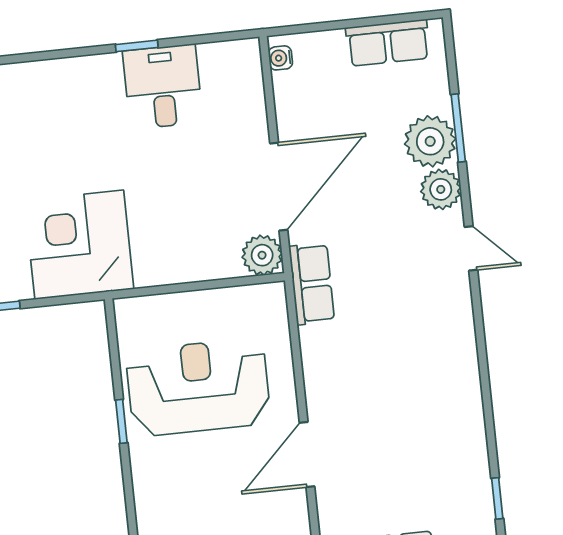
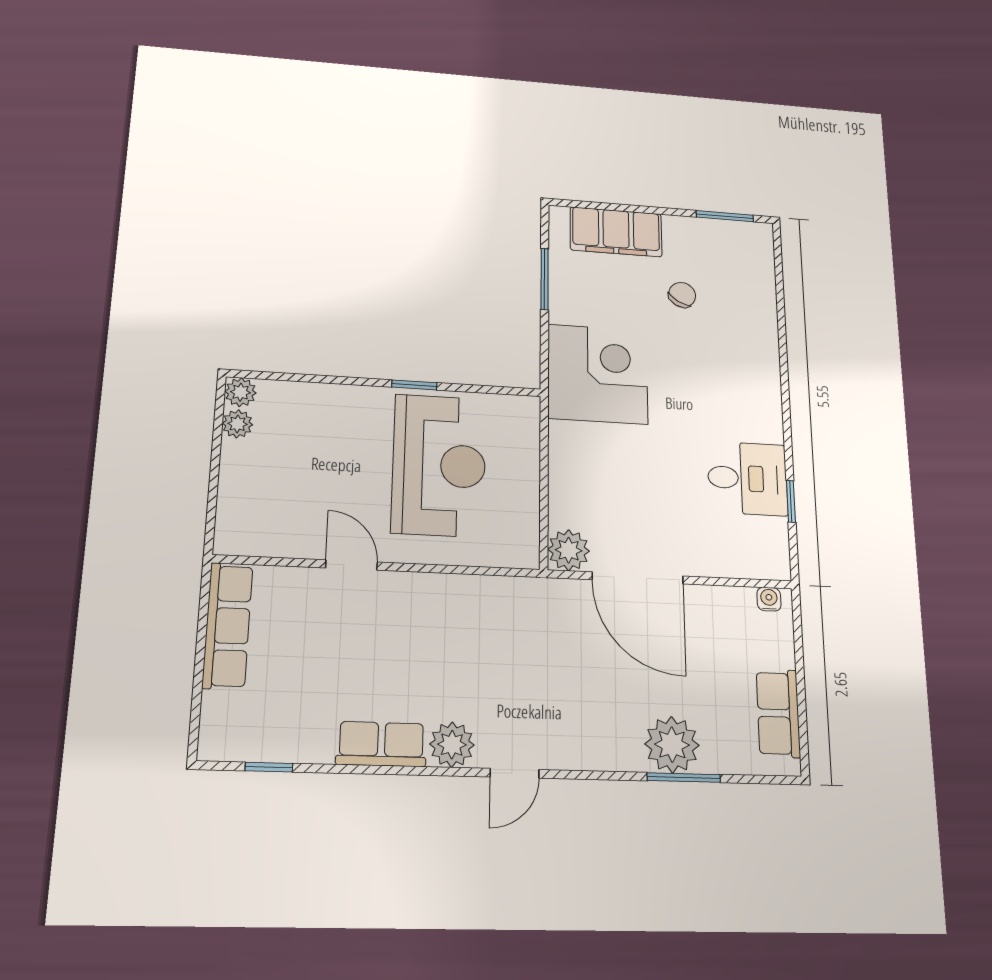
window: (137, 46) -> (791, 501), moved
plant: (441, 189) -> (452, 745), moved
door: (471, 248) -> (515, 773), moved
row of seats: (312, 284) -> (381, 744), moved, turned 180
door: (307, 454) -> (351, 565), width x0.73

